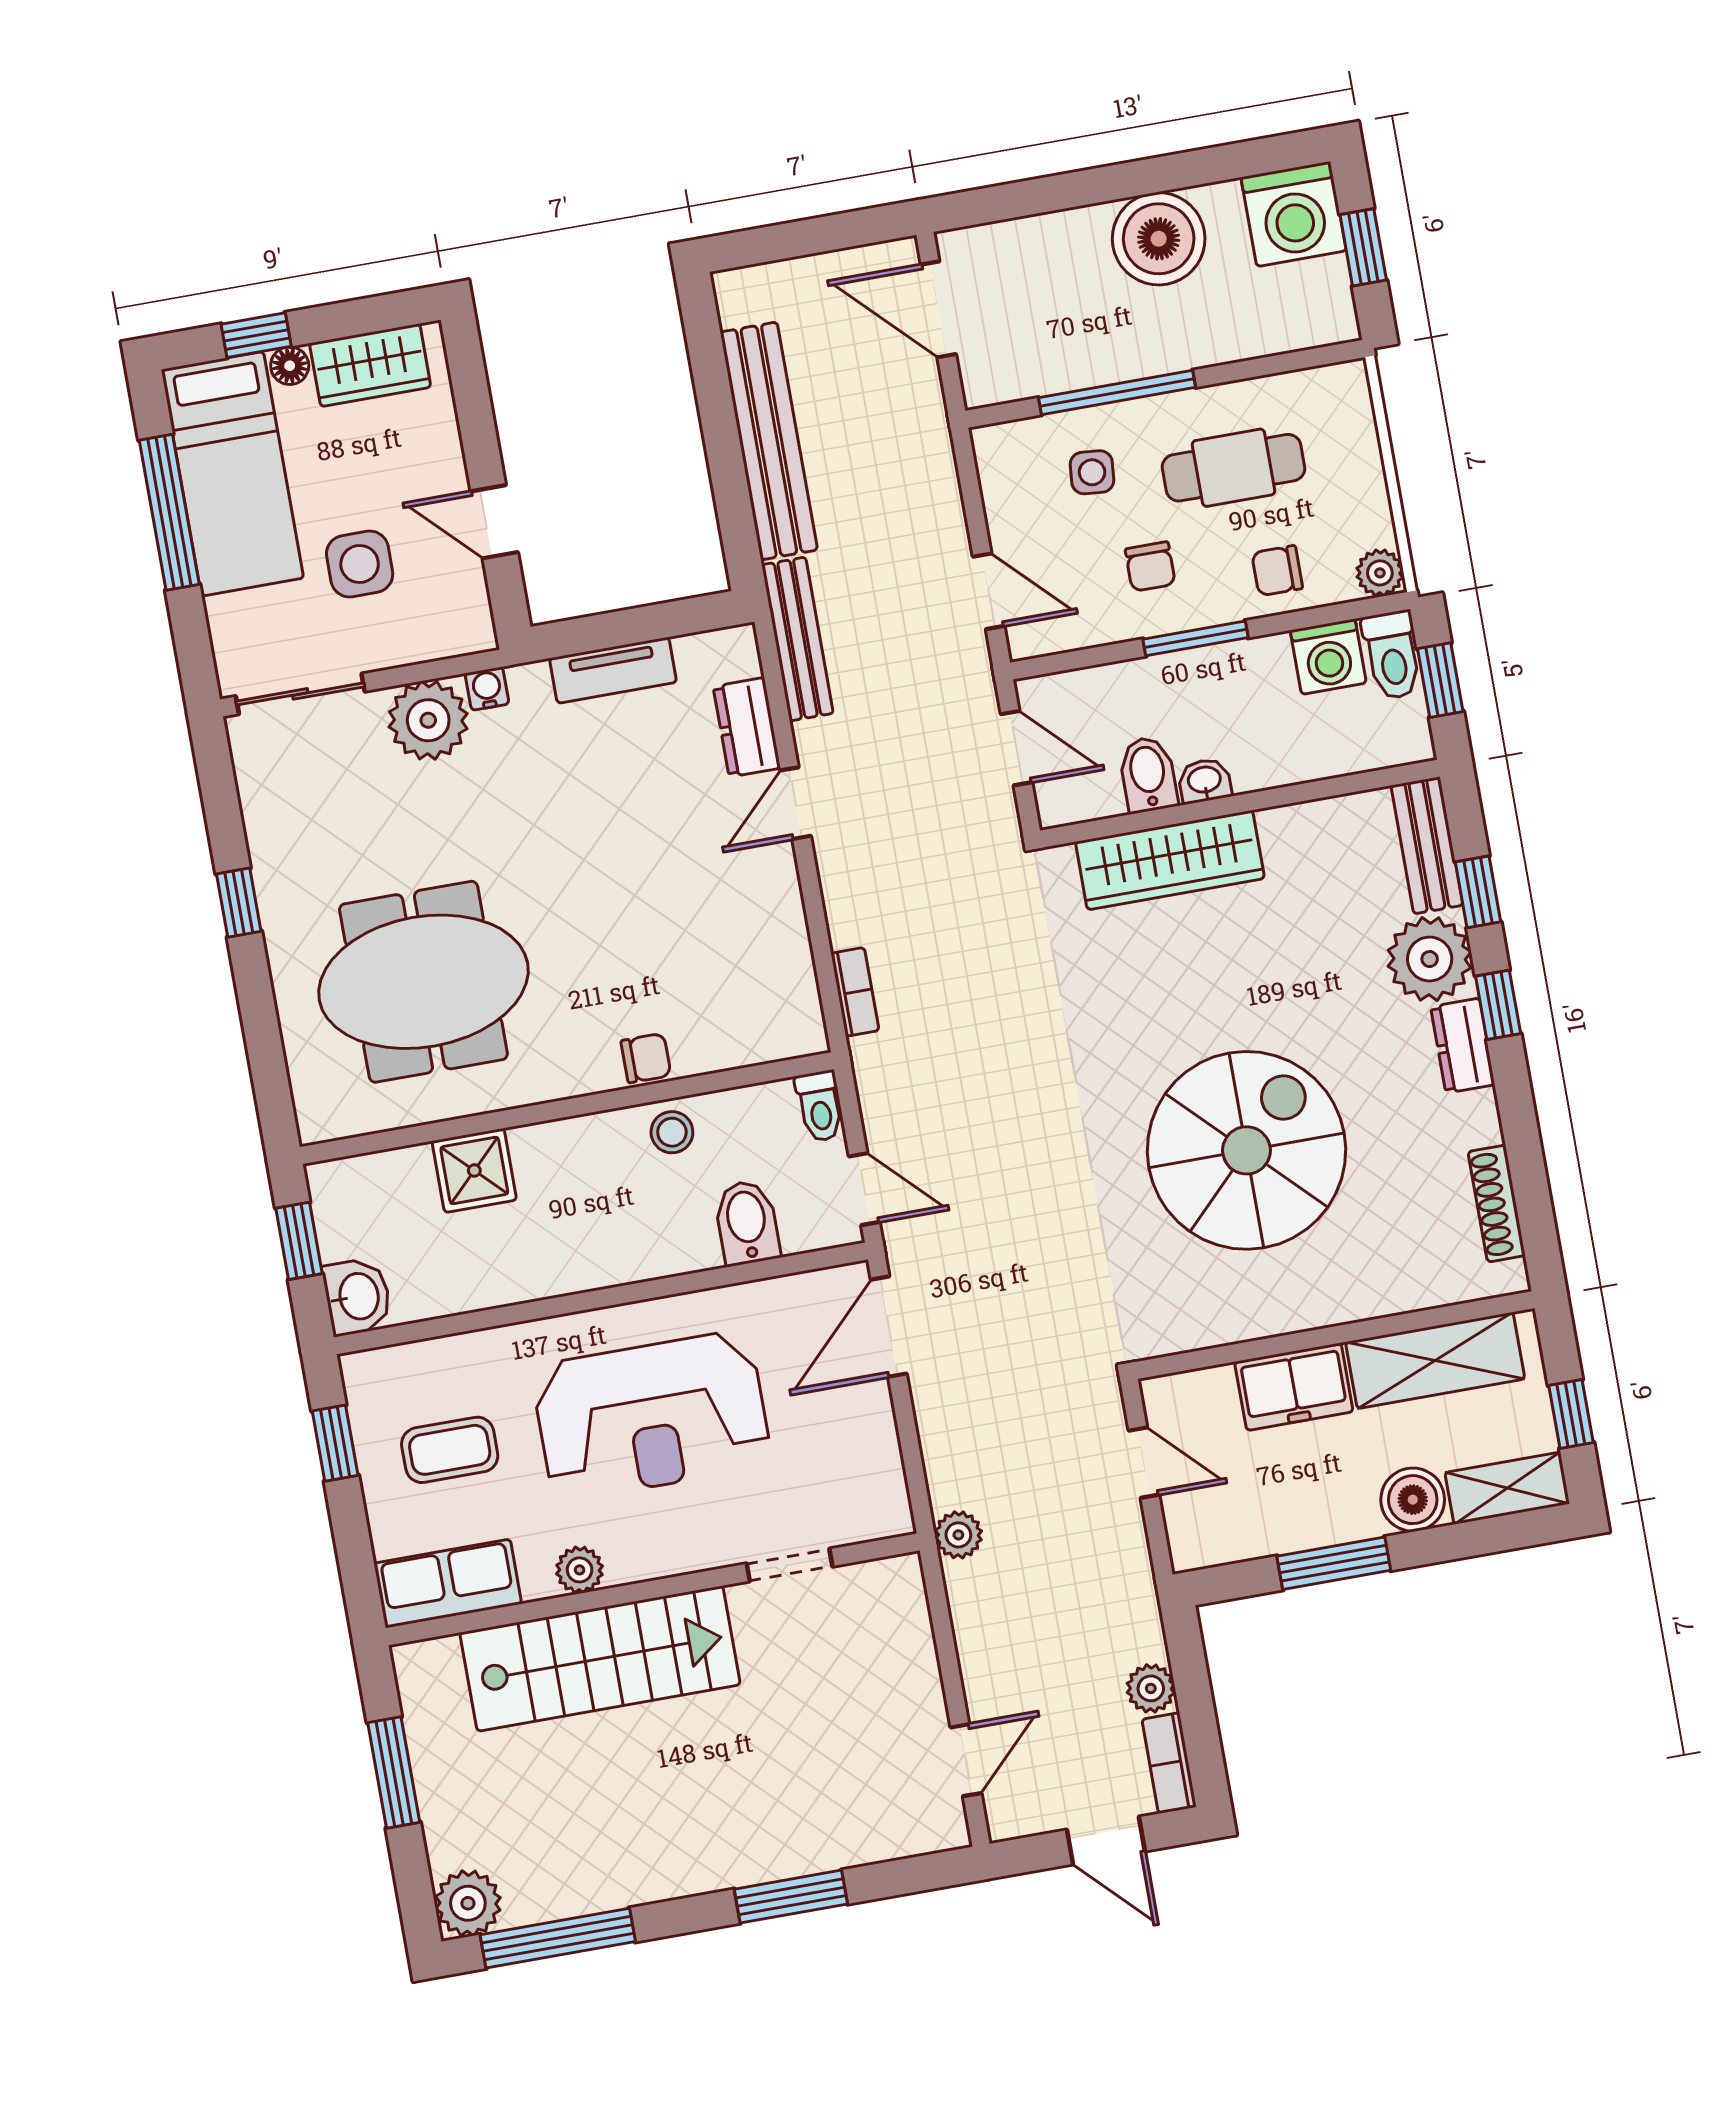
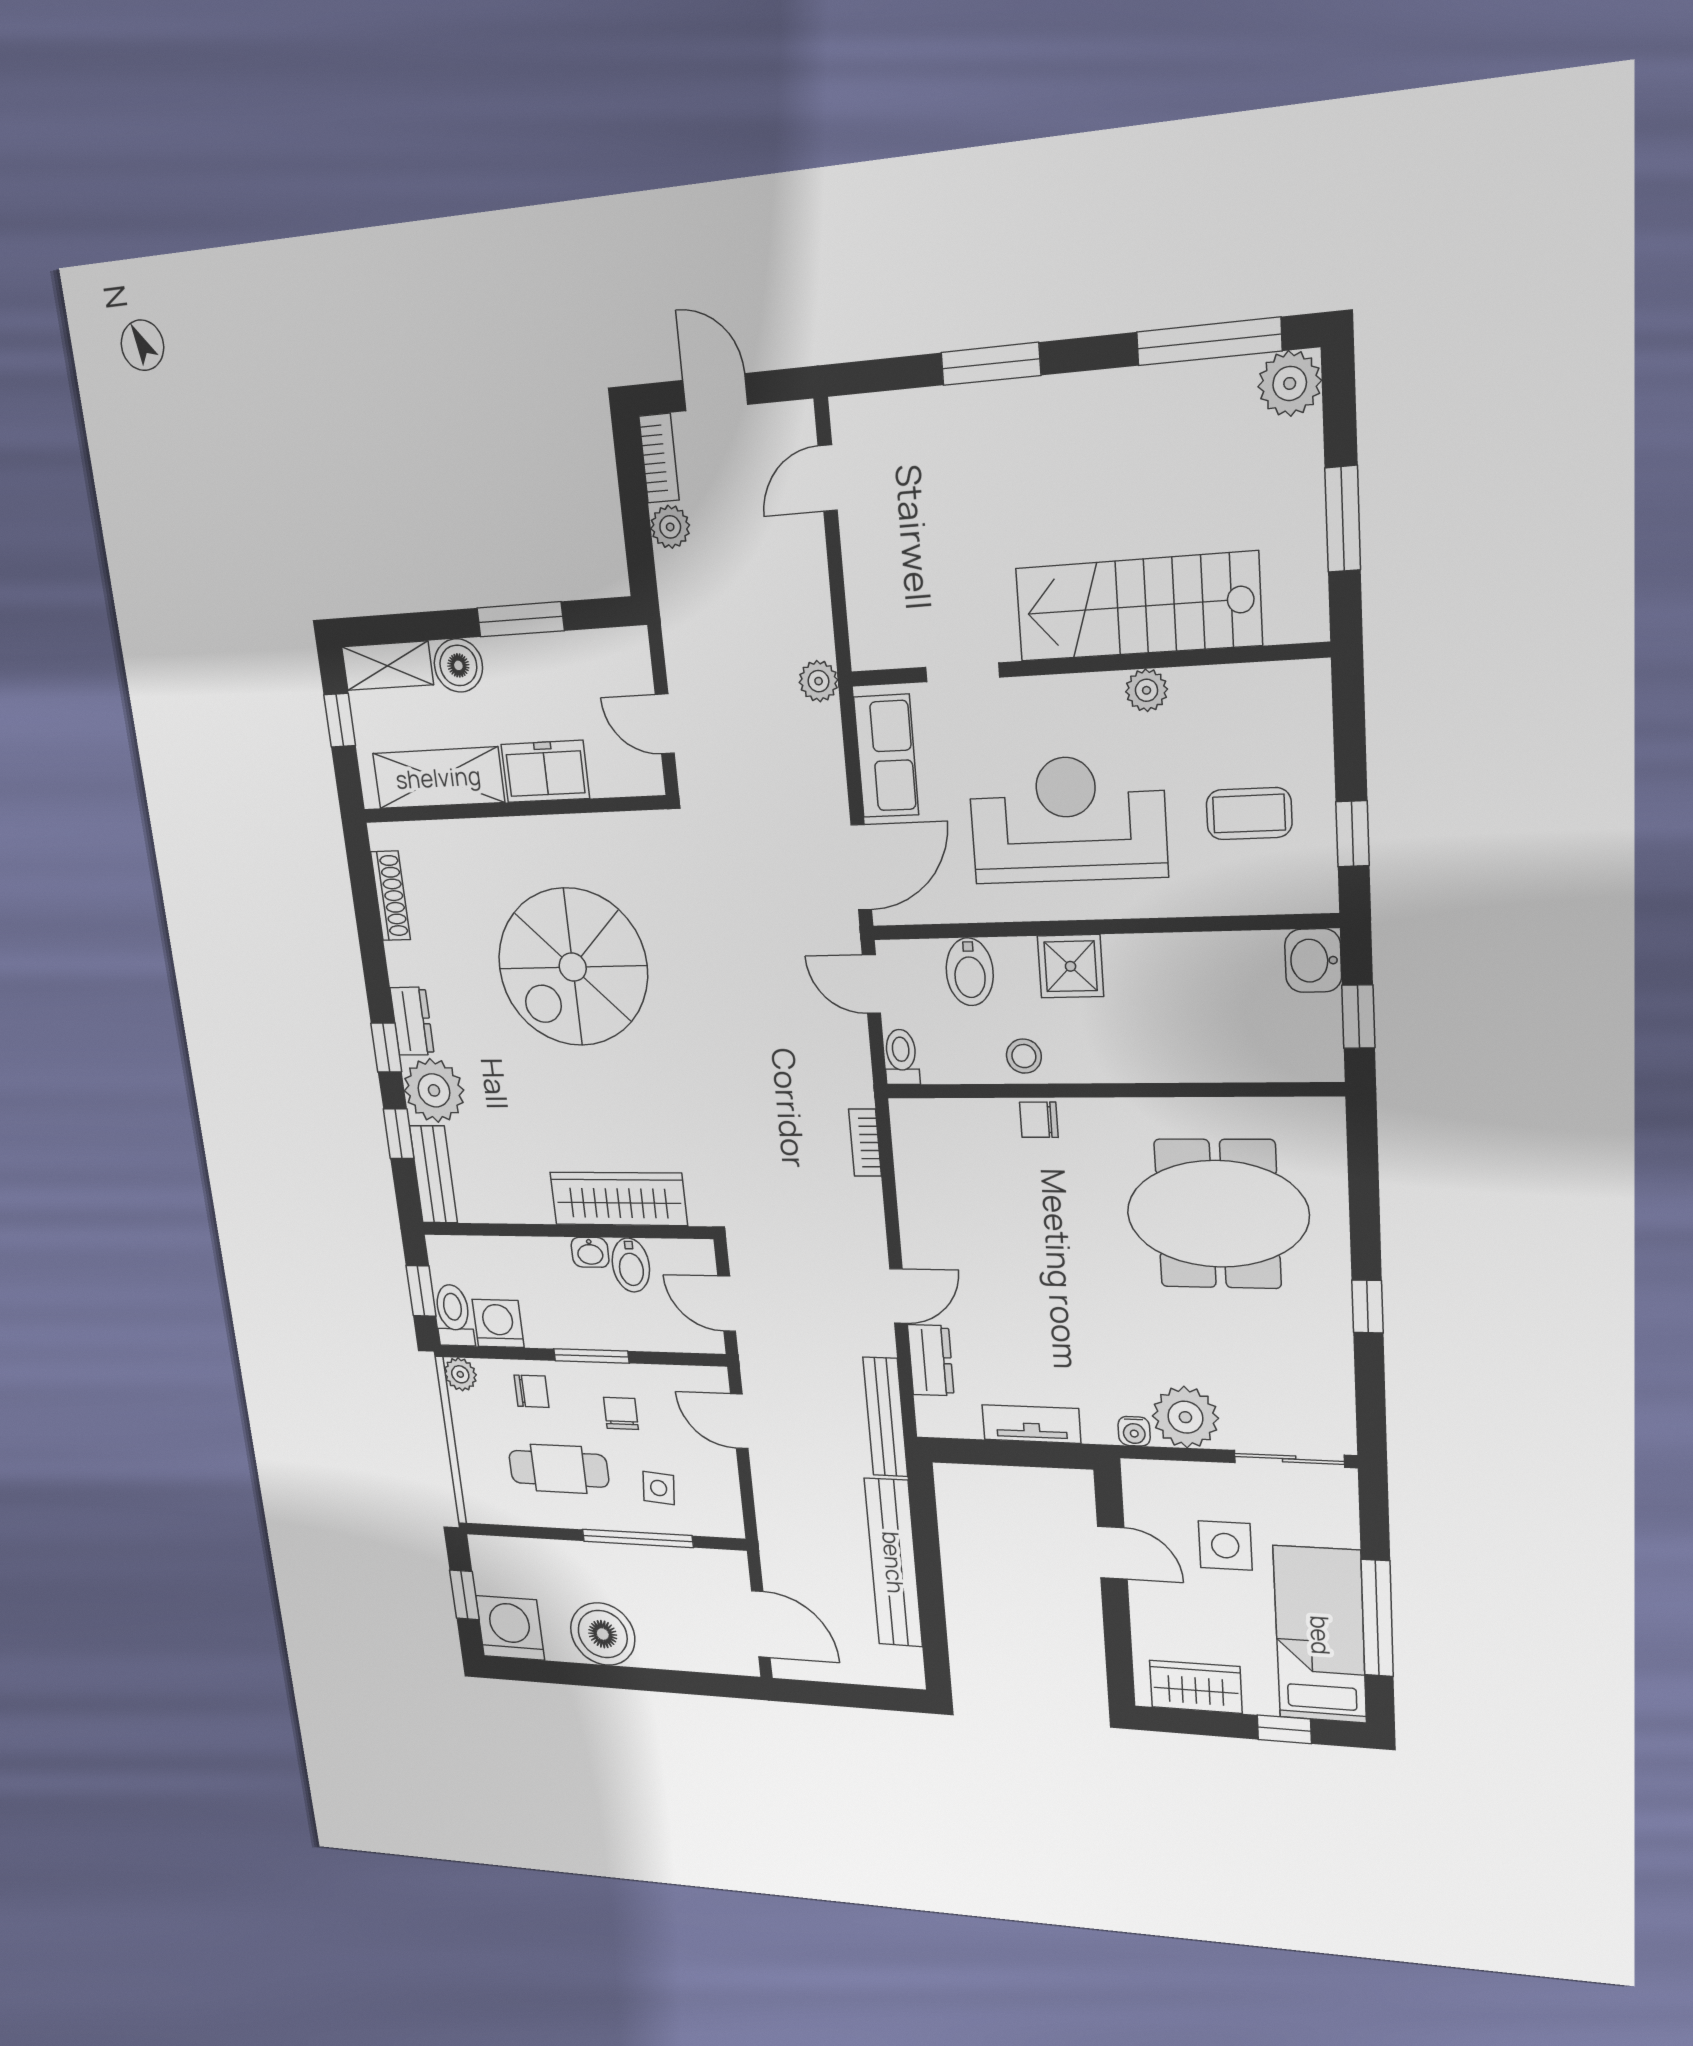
floor lamp: (290, 366) -> (1261, 1701), removed
shower: (474, 1170) -> (1071, 966), moved
row of seats: (448, 1584) -> (886, 756), moved, turned -90

